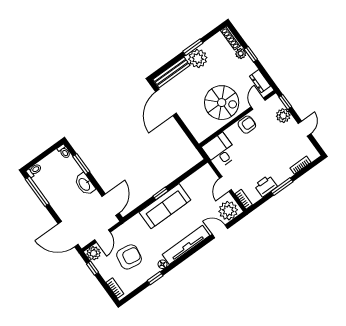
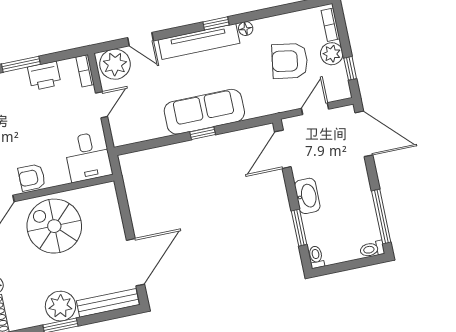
plant: (94, 253) -> (332, 54), moved
window: (155, 278) -> (216, 23), moved

